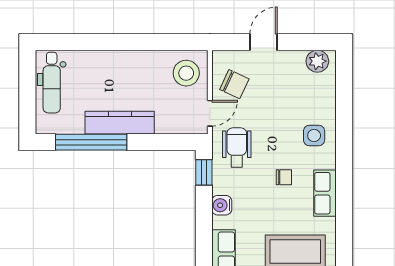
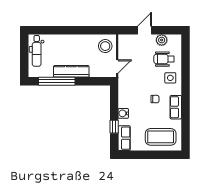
plant: (317, 61) -> (162, 40), moved
chair: (234, 84) -> (130, 52), removed
wheelchair: (237, 147) -> (164, 59), moved, turned -90
window: (204, 172) -> (114, 127), moved

